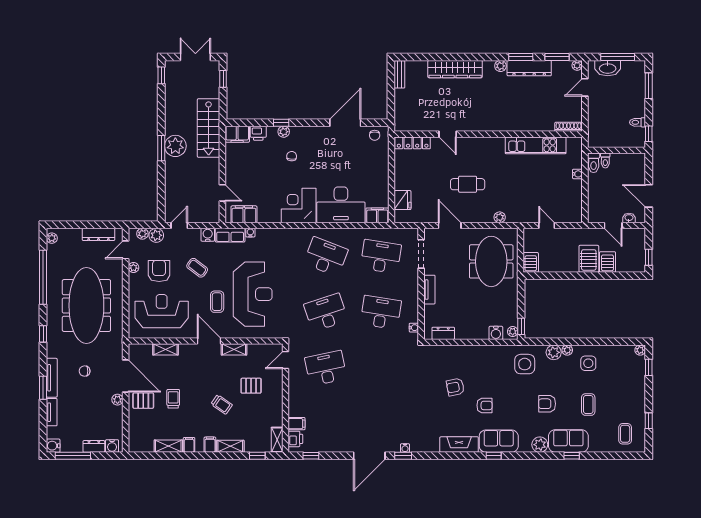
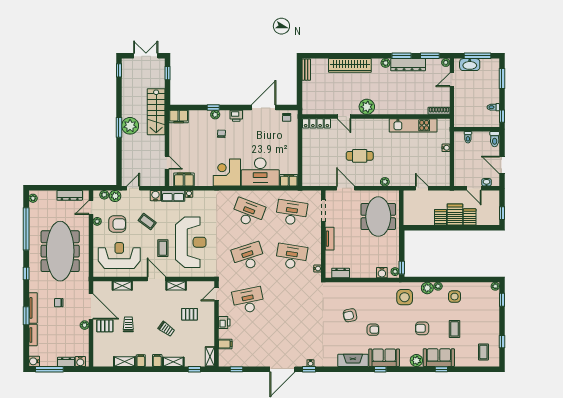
plant: (477, 122) -> (367, 107), added
printer: (258, 133) -> (236, 116), moved
toilet: (594, 163) -> (495, 139), moved
fridge: (403, 200) -> (309, 168), removed
server rack: (531, 262) -> (440, 217), moved
armchair: (159, 271) -> (117, 224), turned 90
printer: (295, 439) -> (224, 323), moved

